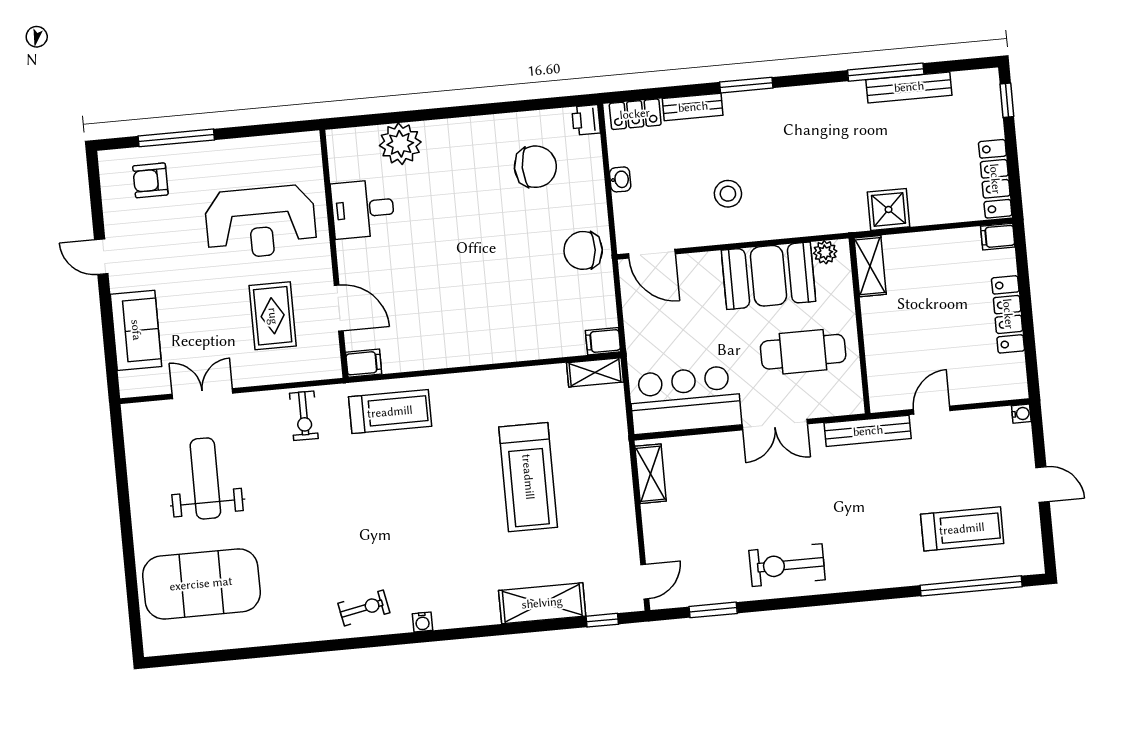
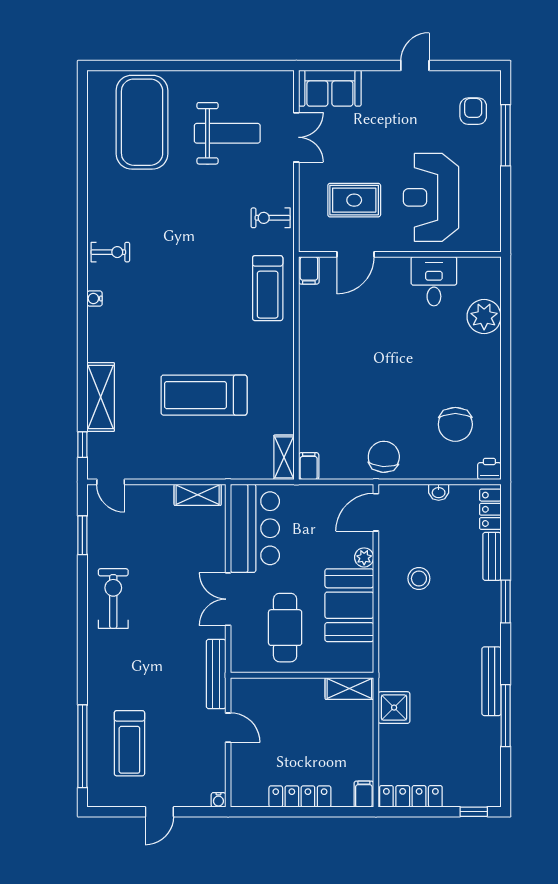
bench: (909, 87) -> (491, 681), moved
plant: (825, 252) -> (364, 557), moved
sofa: (136, 330) -> (330, 88), moved
exercise bike: (364, 608) -> (110, 252), turned -79

